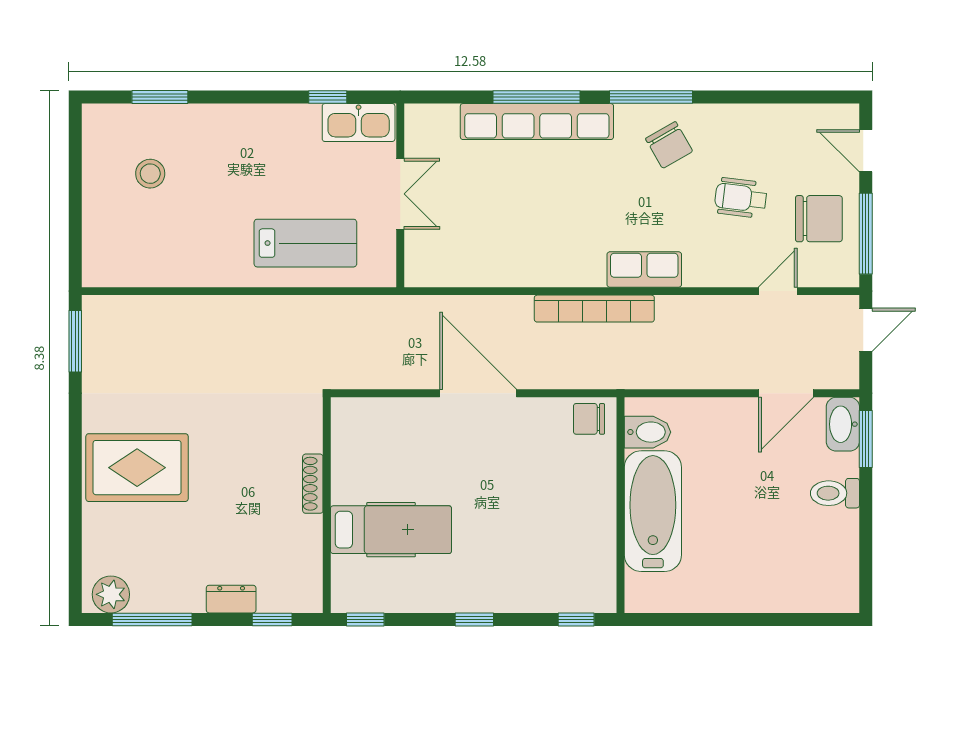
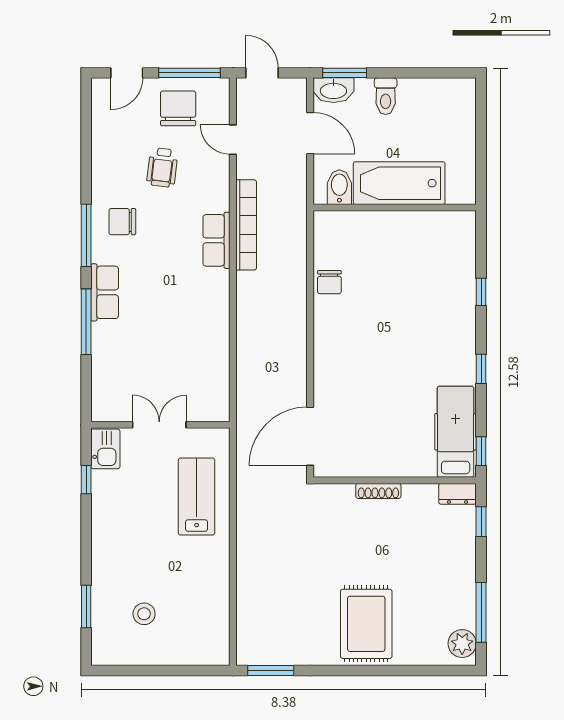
row of seats: (537, 122) -> (105, 292), width x0.50
kitchen sink: (359, 123) -> (105, 449), width x0.73
chair: (669, 145) -> (122, 222), turned -150
bookcase: (594, 309) -> (246, 225), moved
door: (478, 393) -> (310, 436), moved
bidet: (648, 432) -> (339, 187), moved
wall: (621, 505) -> (395, 208), moved
bathtub: (653, 511) -> (399, 183), moved
hospital bed: (391, 530) -> (456, 432), moved
dresser: (231, 599) -> (457, 494), moved, turned -90

